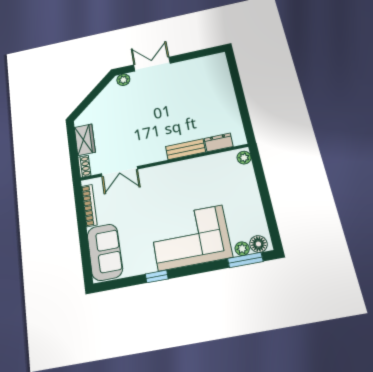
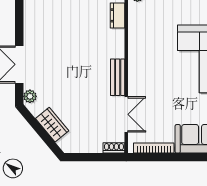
wardrobe: (85, 140) -> (52, 125), moved, turned 50
bench: (186, 149) -> (118, 77), moved

